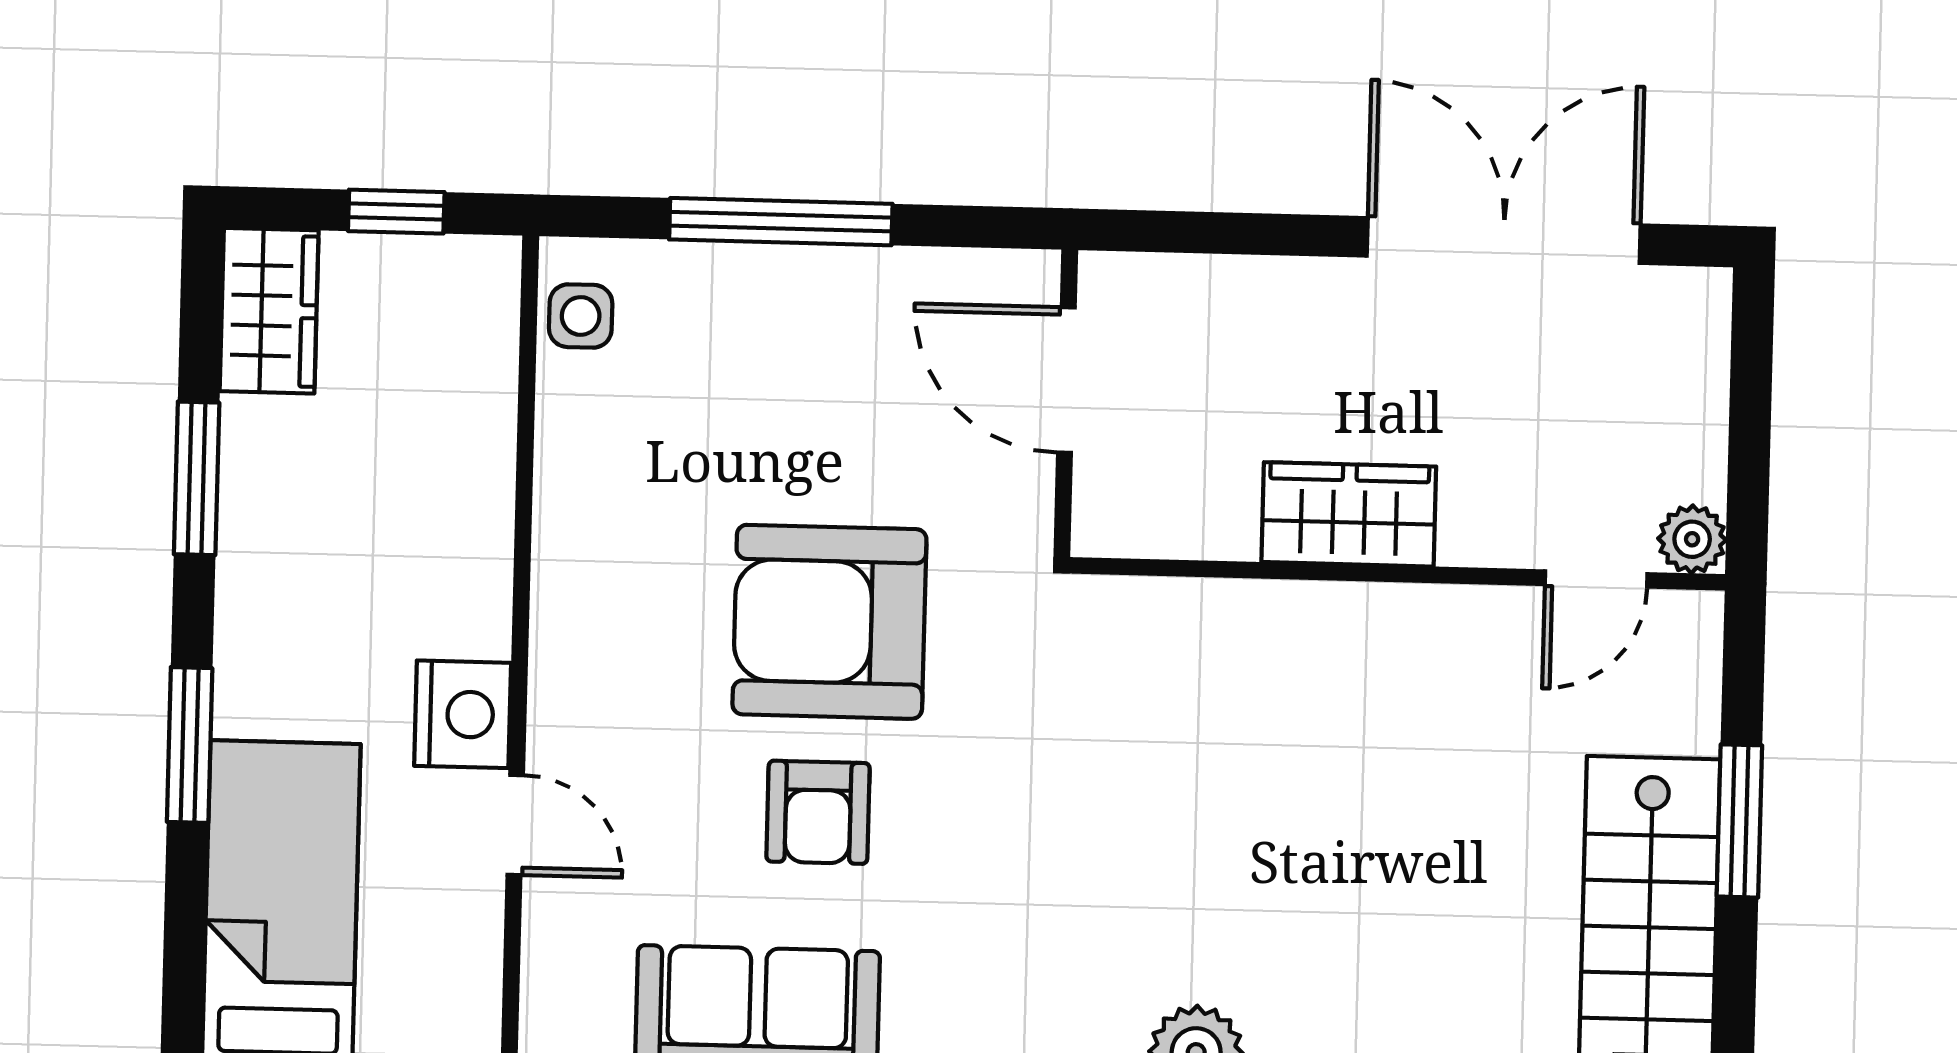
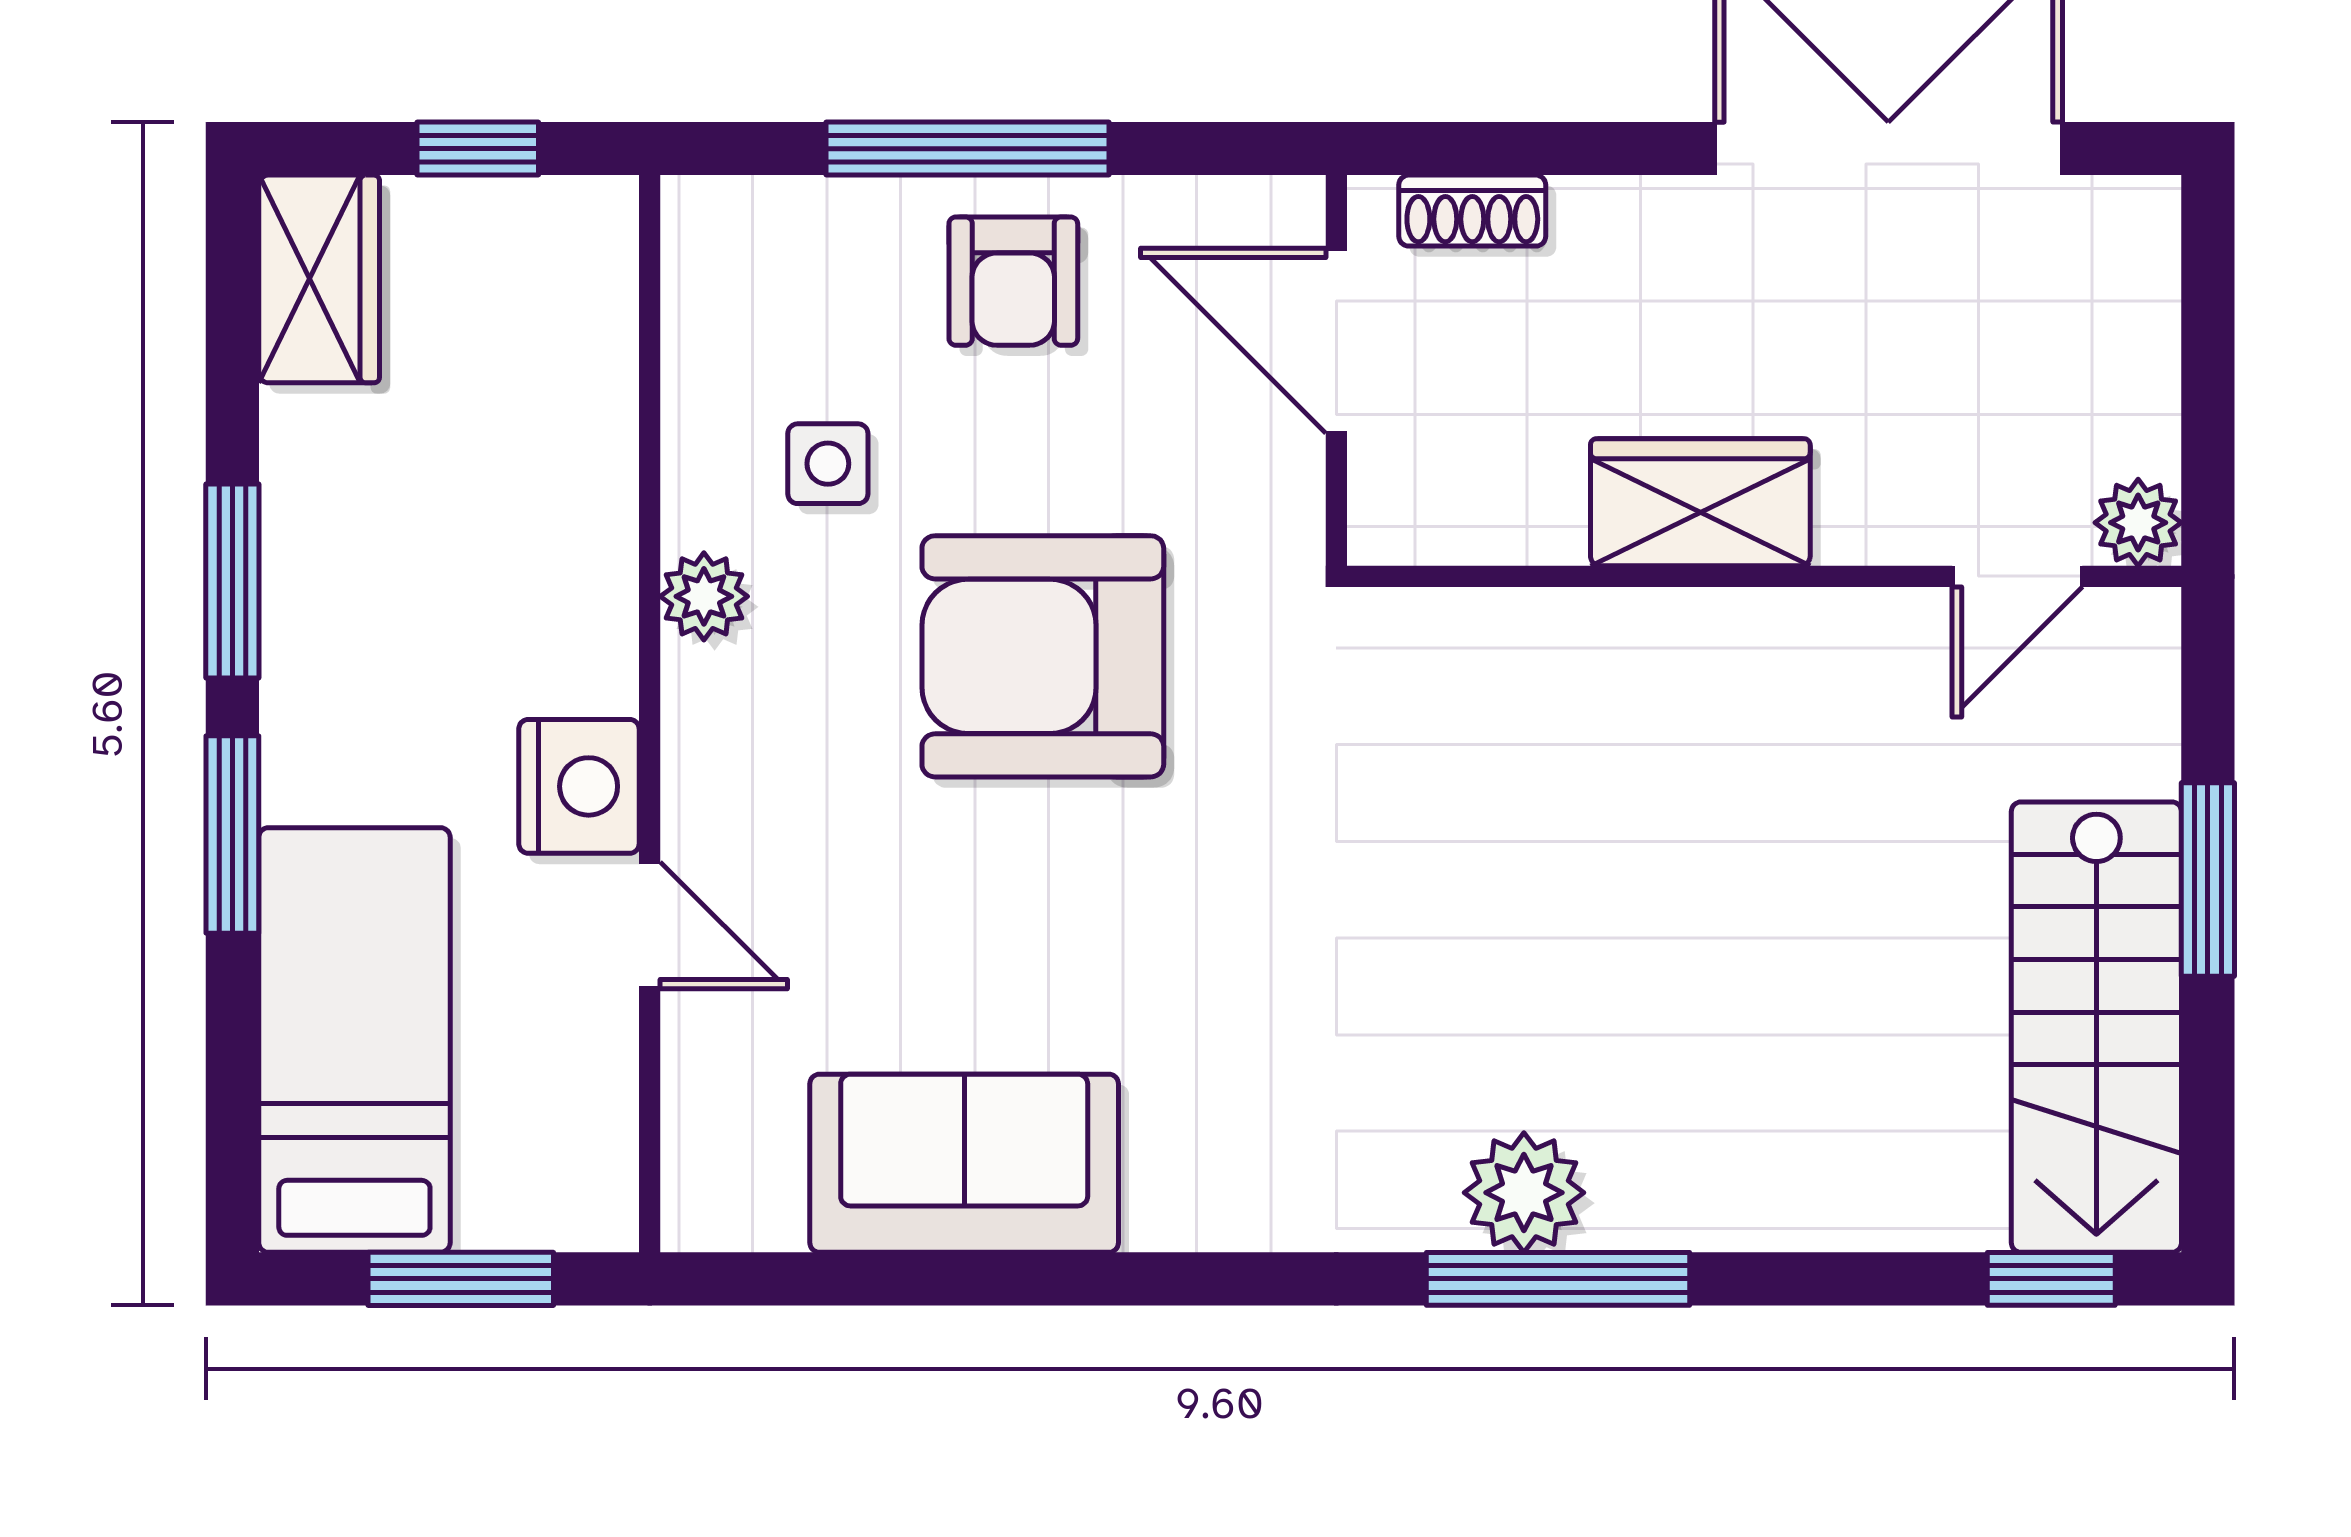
shoe rack: (1176, 281) -> (1472, 211), added
side table: (581, 316) -> (828, 464), moved
window: (197, 478) -> (232, 581), moved
plant: (565, 568) -> (704, 596), added
armchair: (818, 812) -> (1013, 281), moved

